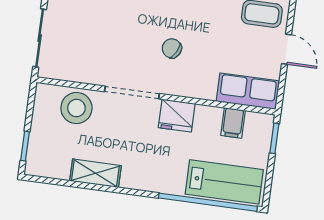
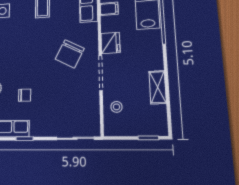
chair: (172, 48) -> (70, 54), width x1.87, depth x1.87
stool: (76, 108) -> (116, 107), width x0.53, depth x0.53

